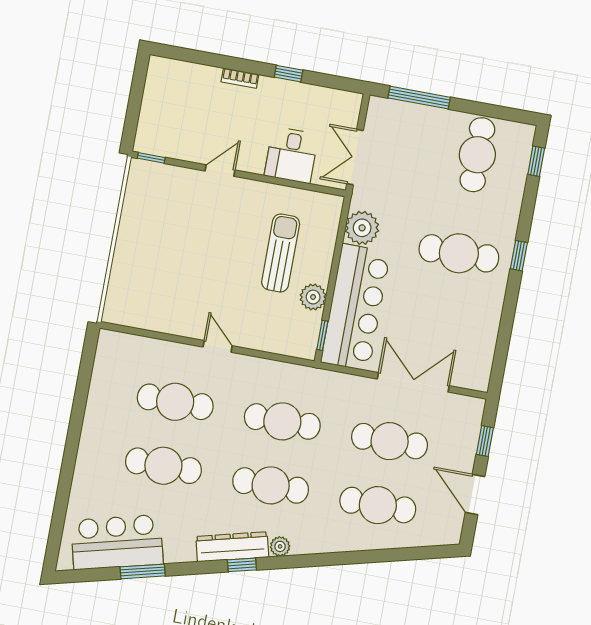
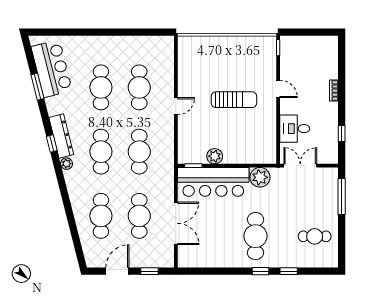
window: (289, 74) -> (342, 134), moved
cafe table: (477, 155) -> (315, 236), width x0.73, depth x0.74
window: (536, 161) -> (289, 271), moved
sun lounger: (281, 253) -> (234, 100), moved

